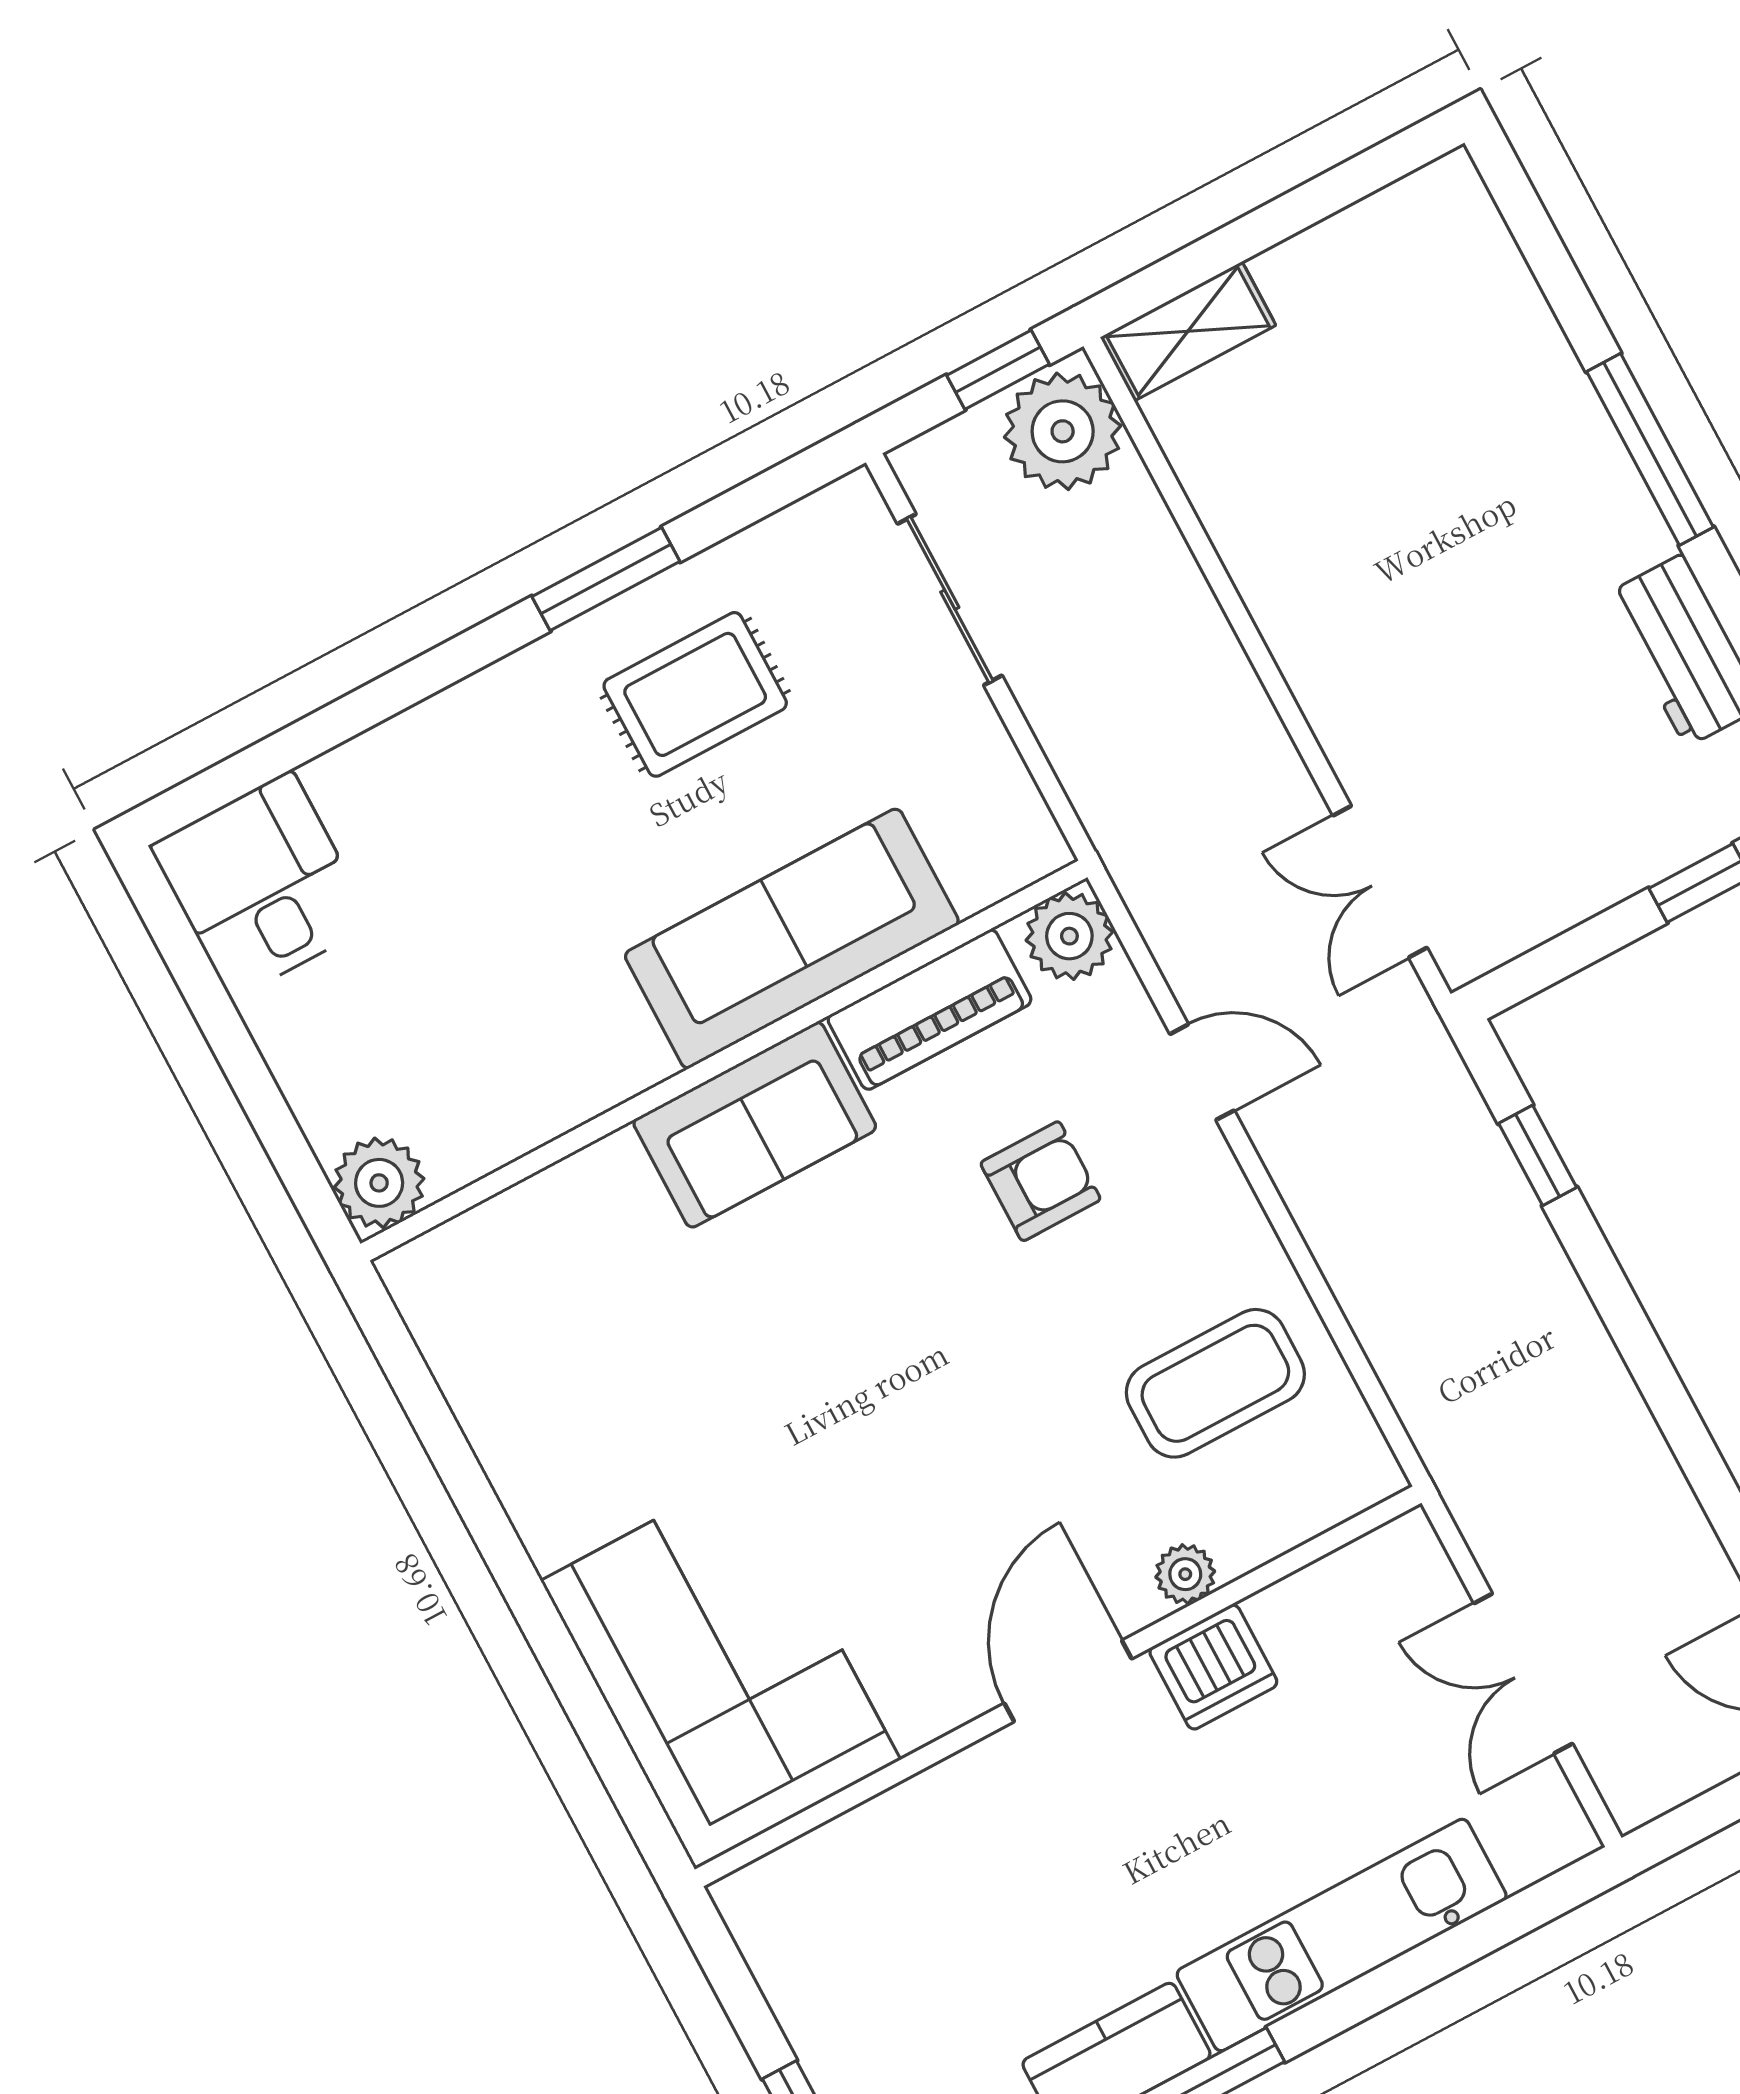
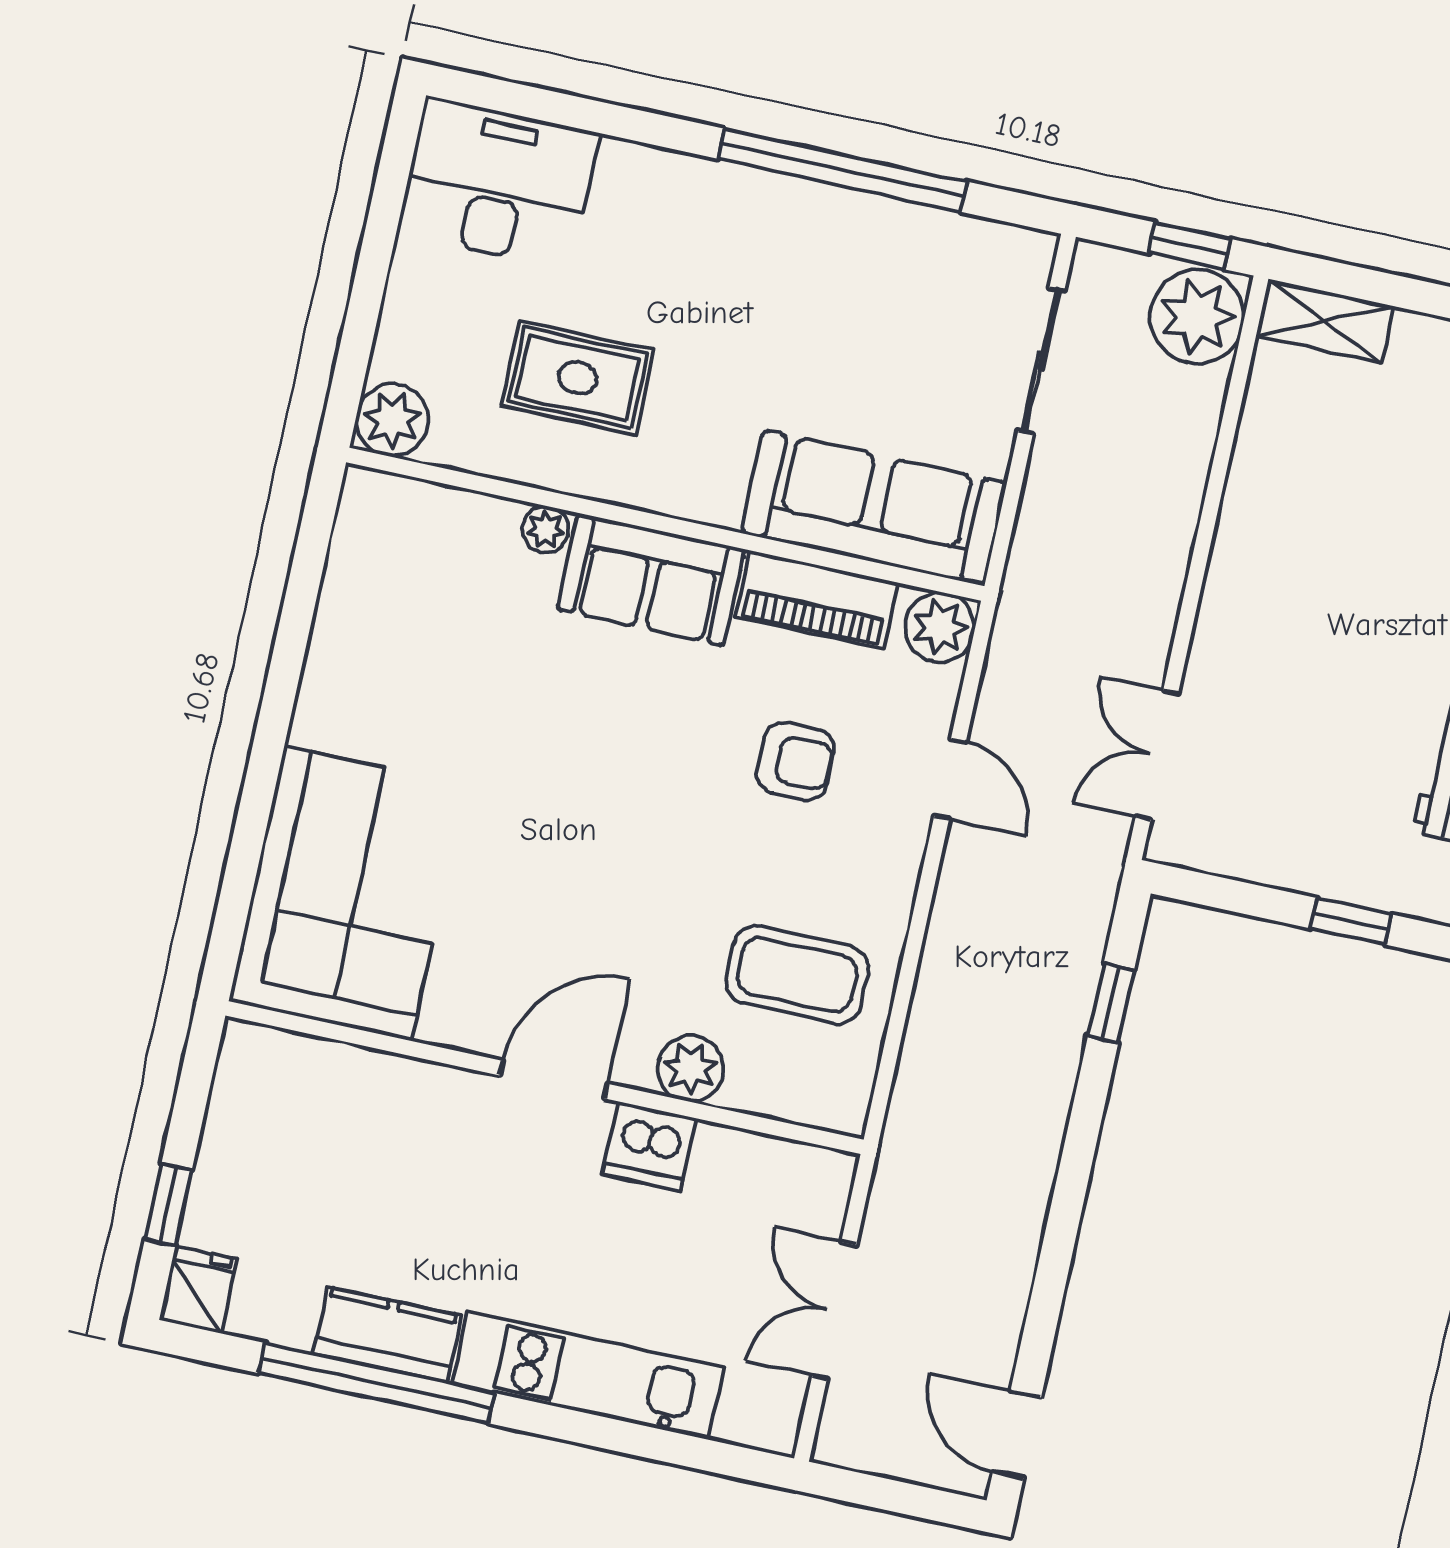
window: (606, 579) -> (843, 170), width x2.11
rug: (695, 694) -> (578, 378), moved
desk: (261, 885) -> (499, 183), width x1.37
sofa: (792, 939) -> (874, 508), moved
plant: (614, 1163) -> (545, 529), added
plant: (1185, 1574) -> (691, 1068), width x1.38, depth x1.38

